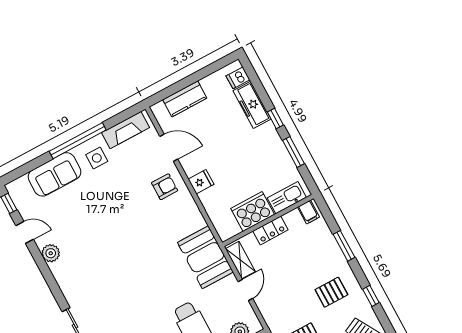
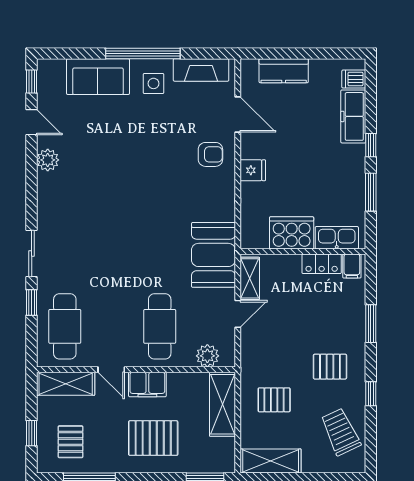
locker: (270, 230) -> (322, 264), moved

